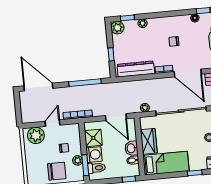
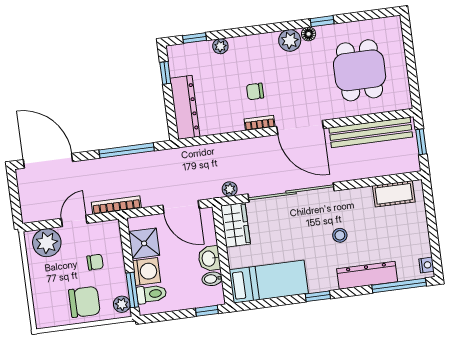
plant: (117, 28) -> (290, 40), moved
chair: (174, 41) -> (255, 91), moved
window: (111, 54) -> (165, 73), moved
dresser: (136, 69) -> (185, 107), moved, turned 90
wardrobe: (149, 141) -> (235, 225), moved
plant: (78, 160) -> (122, 304), moved

